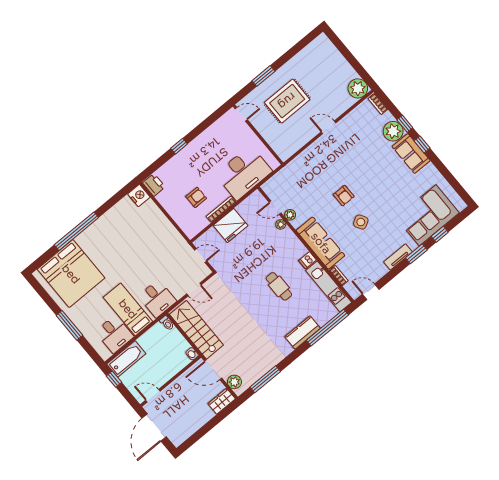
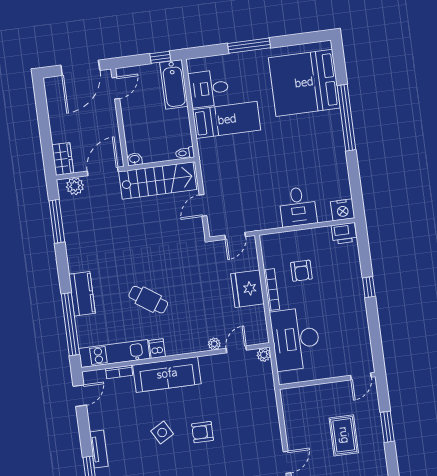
rug: (287, 101) -> (344, 435), width x0.73, depth x0.70
plant: (290, 215) -> (264, 355), moved
cafe table: (279, 286) -> (148, 300), turned 34
desk: (157, 299) -> (298, 207), moved, turned -90
door: (154, 427) -> (80, 68), swing flipped

